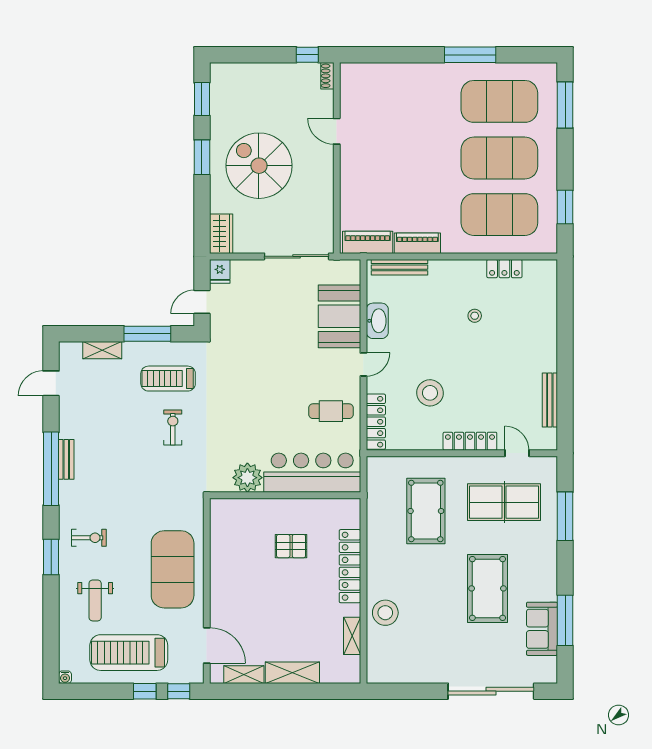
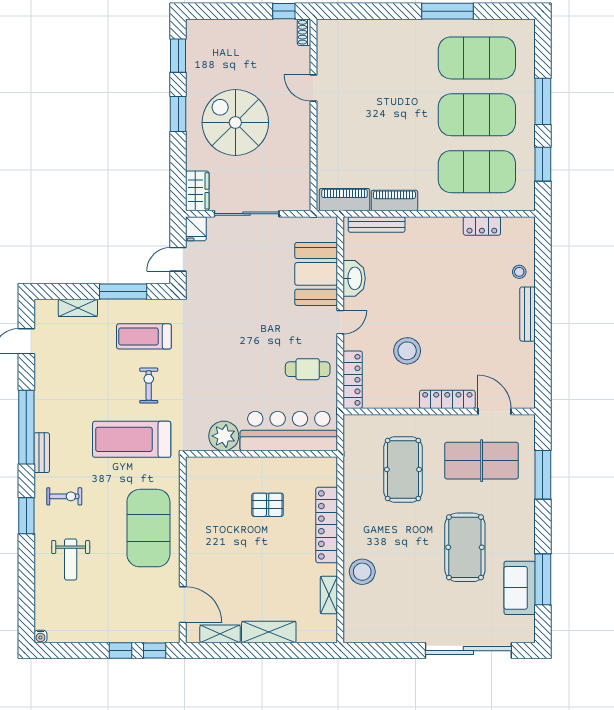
window: (565, 105) -> (543, 101), moved
sliding door: (297, 256) -> (247, 214), moved
stool: (475, 316) -> (519, 272), moved
bench: (550, 400) -> (528, 314), moved
door: (517, 453) -> (495, 411), width x1.38
bench: (66, 459) -> (42, 453), moved
treadmill: (129, 653) -> (132, 439), moved

